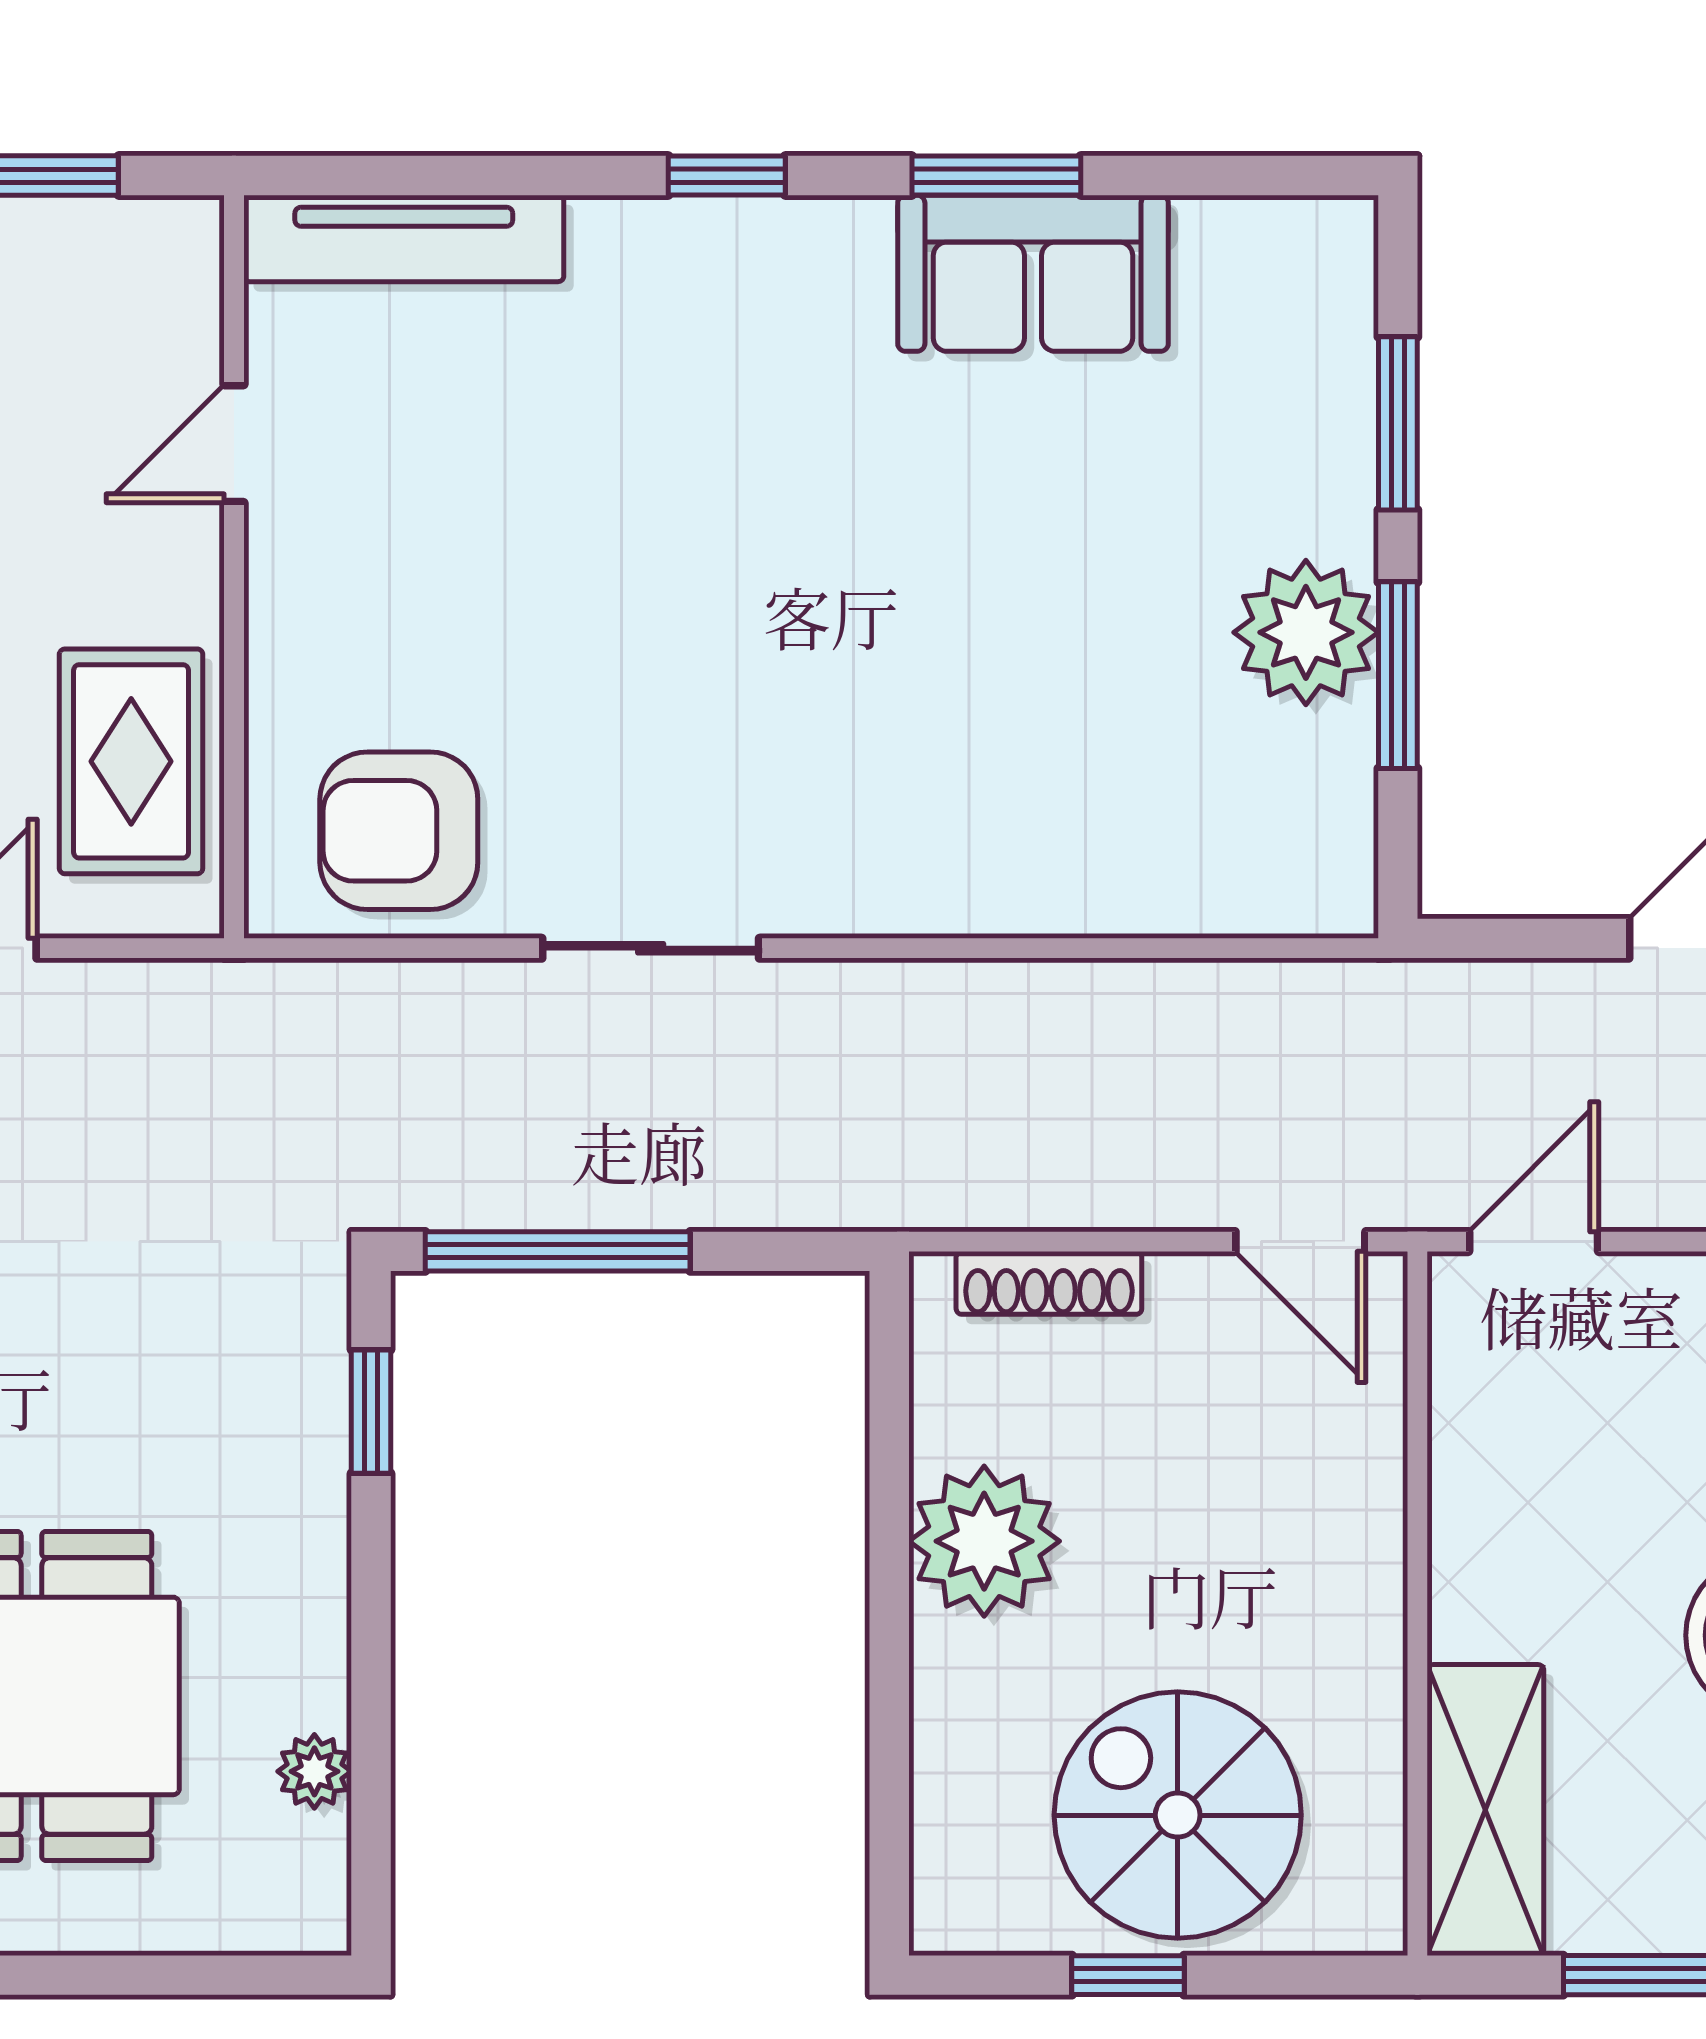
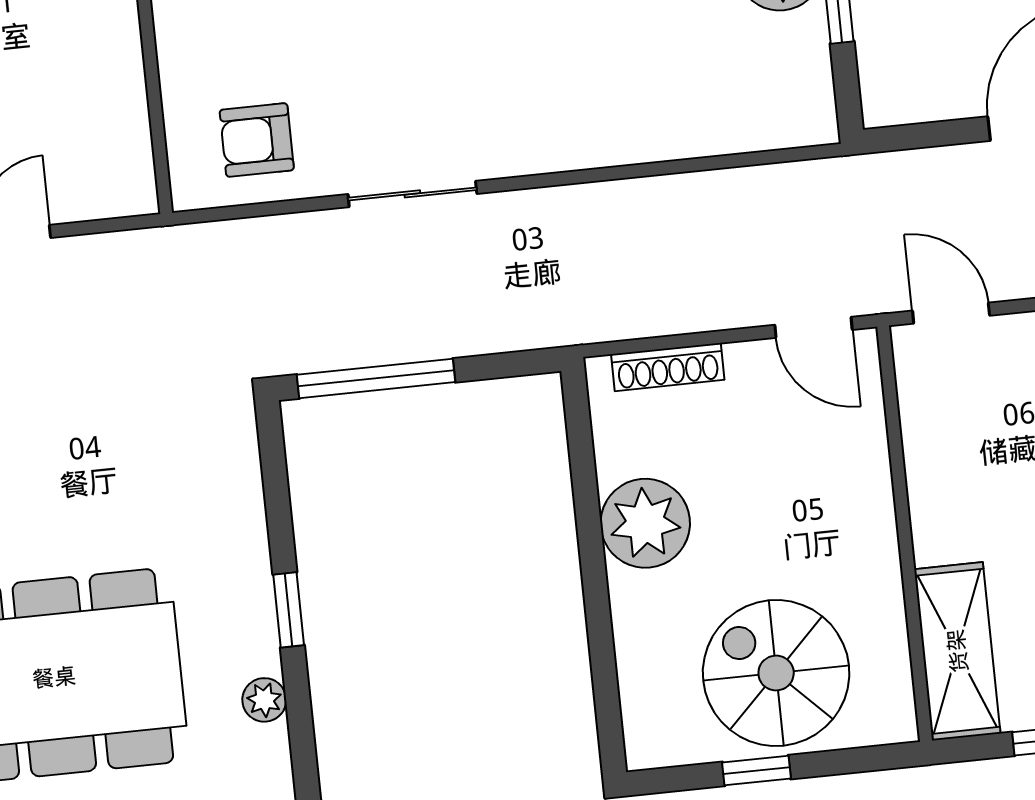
rug: (131, 761) -> (95, 115), removed
armchair: (399, 831) -> (257, 140), width x0.72, depth x0.72
door: (1534, 1242) -> (951, 313), hinge flipped
window: (371, 1412) -> (289, 610), moved

